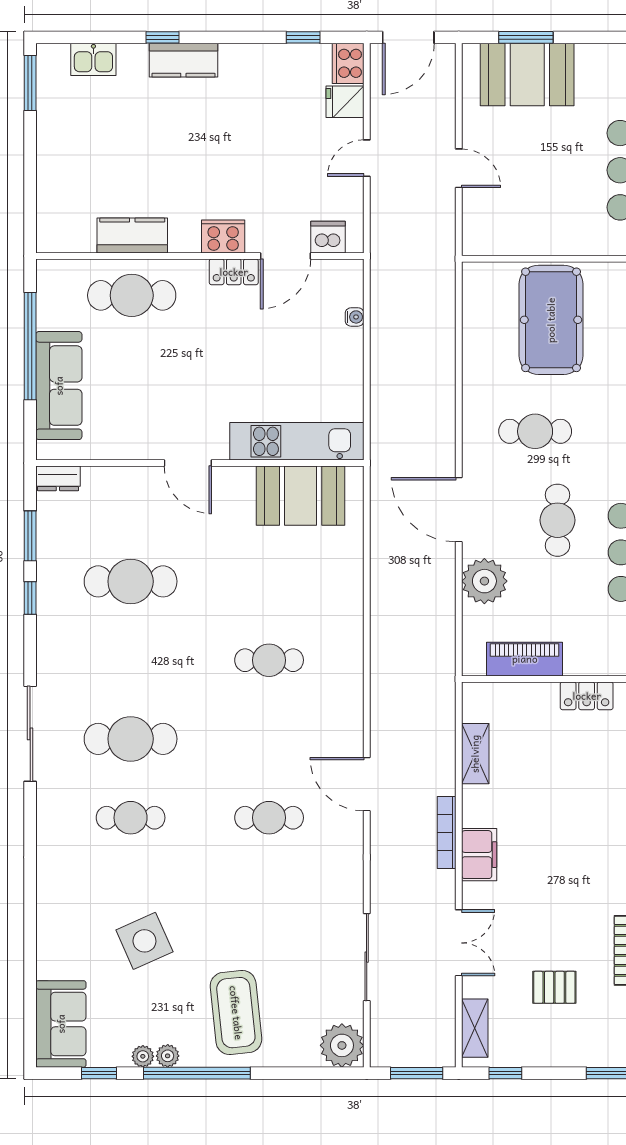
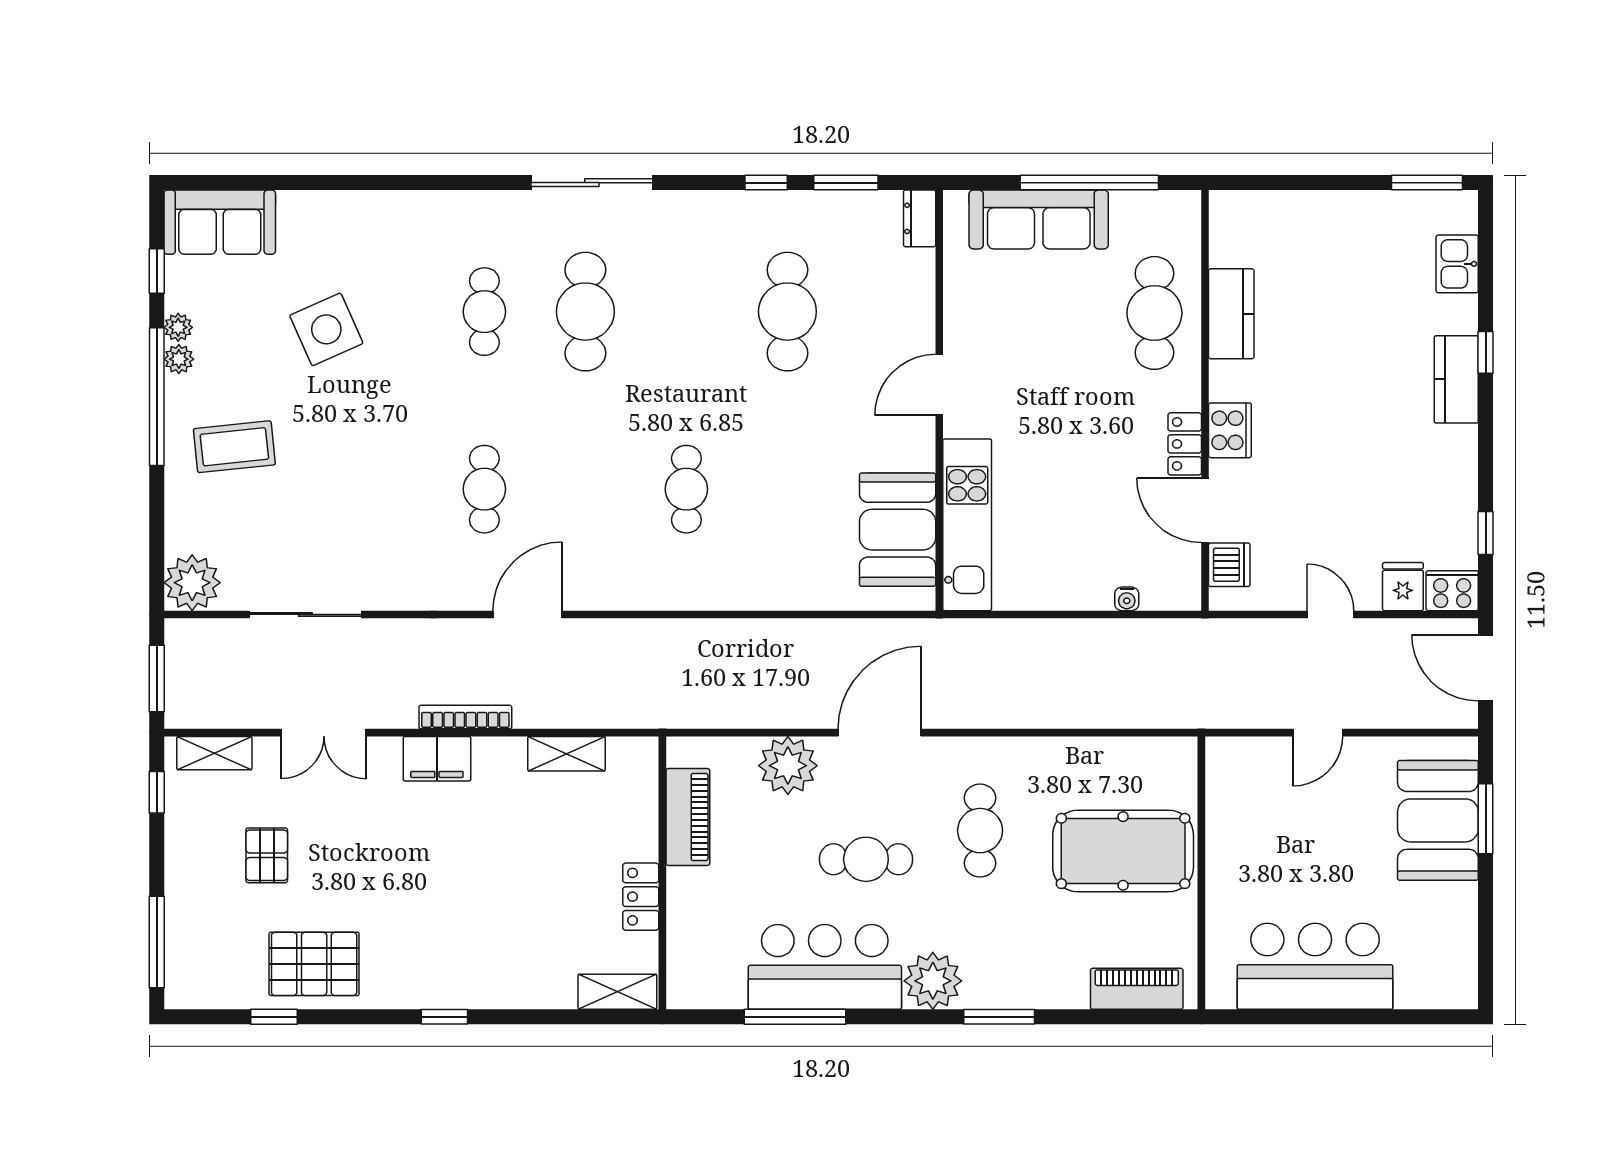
coffee table: (236, 1013) -> (234, 447), width x0.73, depth x0.76

